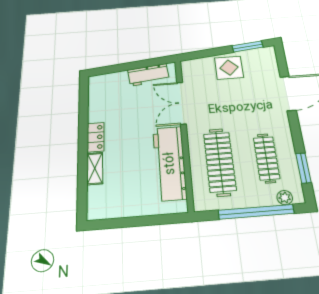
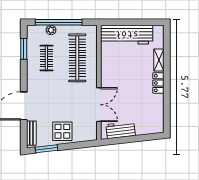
bench: (271, 62) -> (31, 133), added
clothes rail: (266, 158) -> (46, 58), width x0.73
workbench: (169, 163) -> (127, 35), moved, turned 90
plant: (285, 198) -> (51, 30), moved

